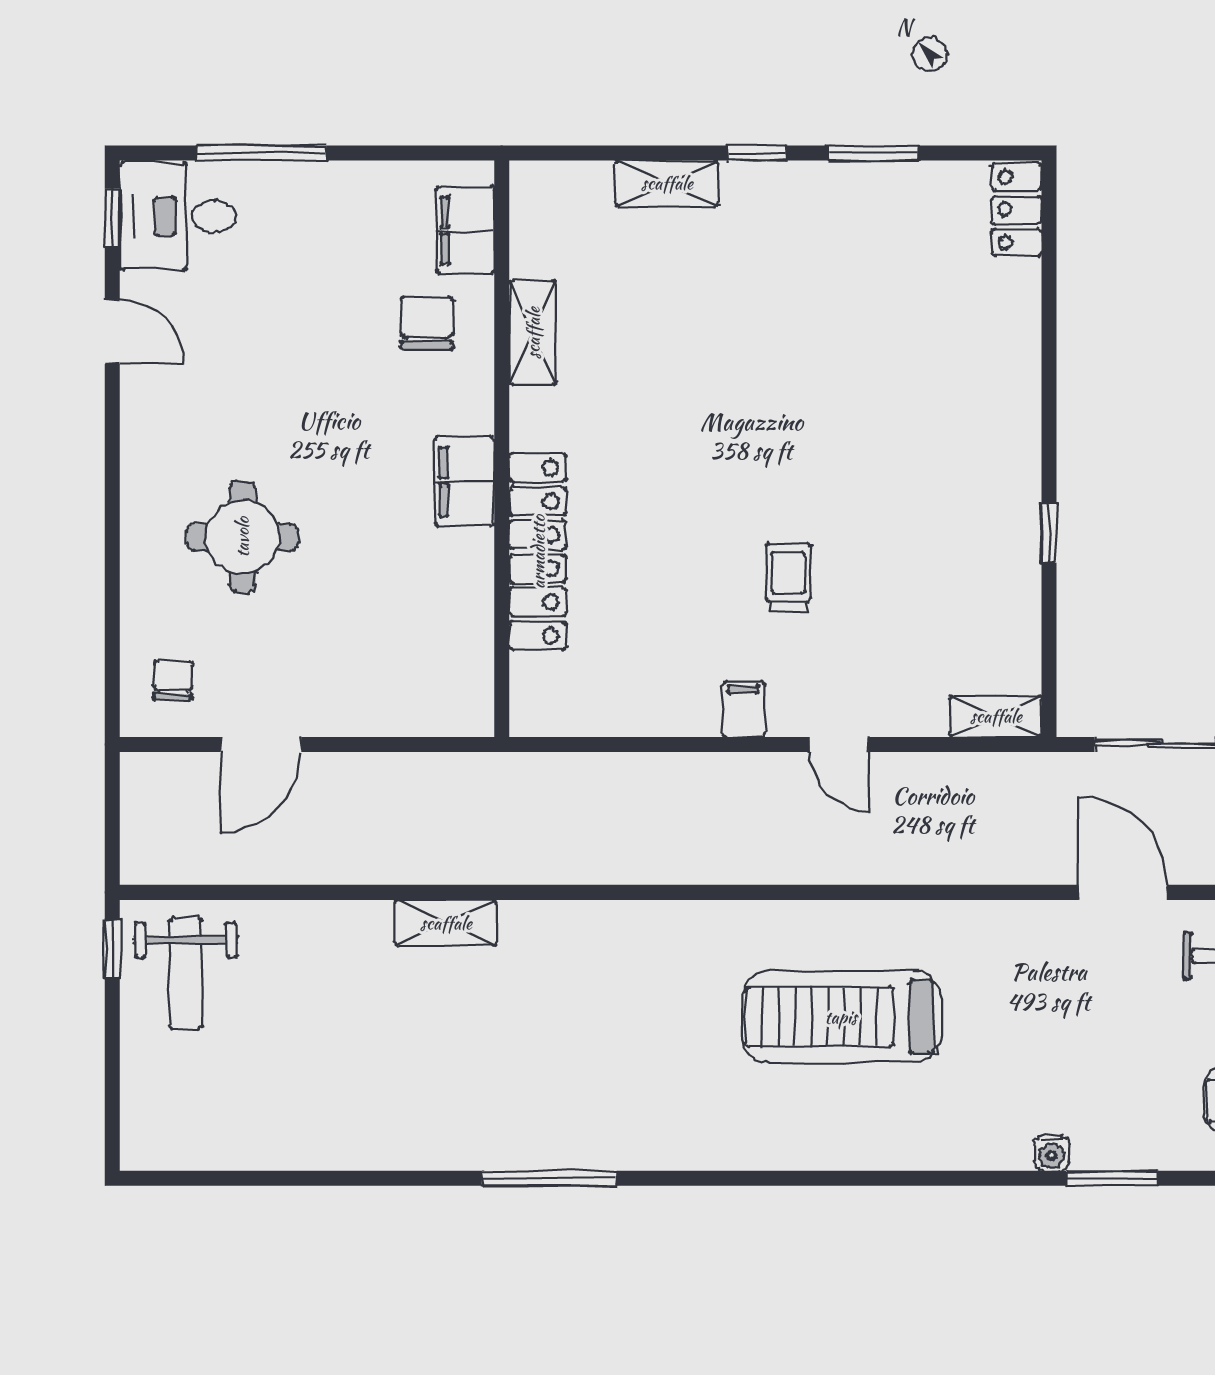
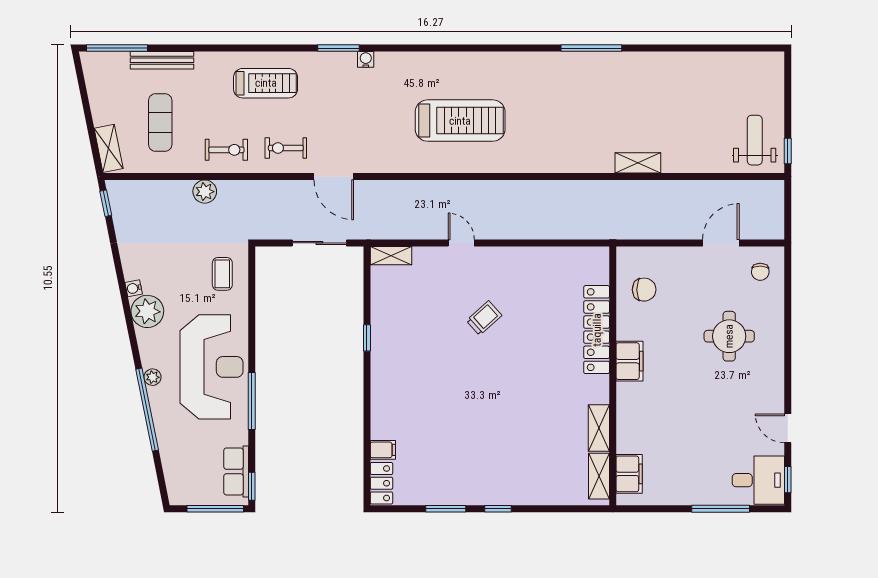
shelving: (667, 183) -> (599, 476), moved, turned 90
chair: (427, 323) -> (644, 290), moved, turned -90
trolley: (788, 577) -> (484, 318), turned -132
filing cabinet: (743, 709) -> (383, 450), moved, turned -90

